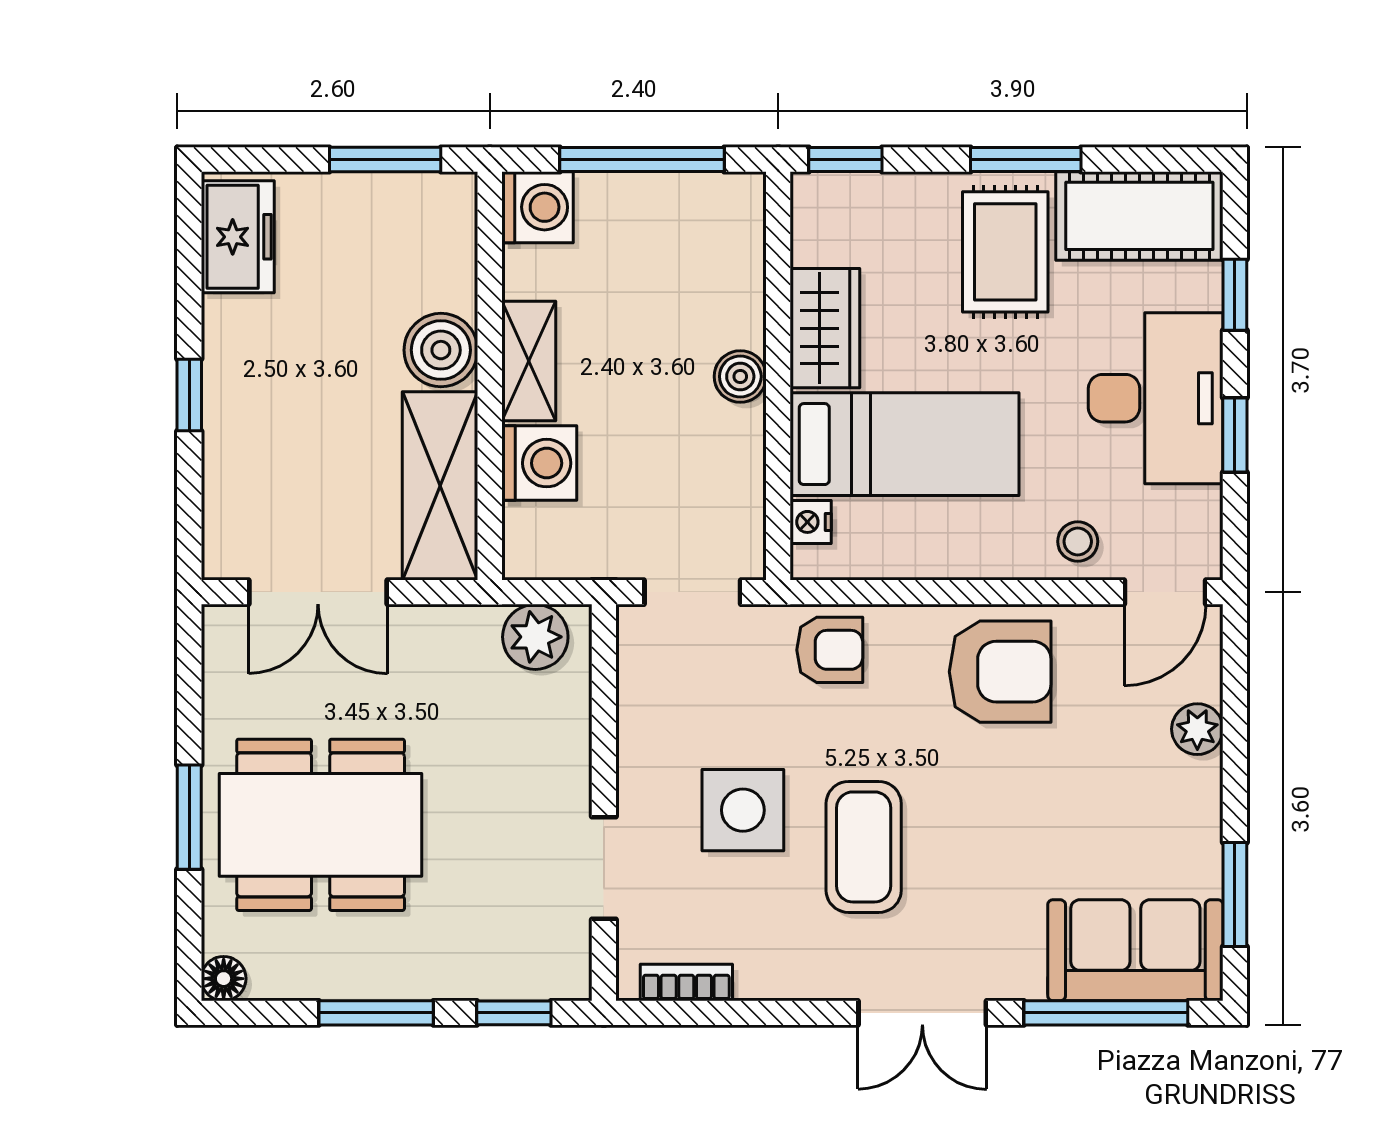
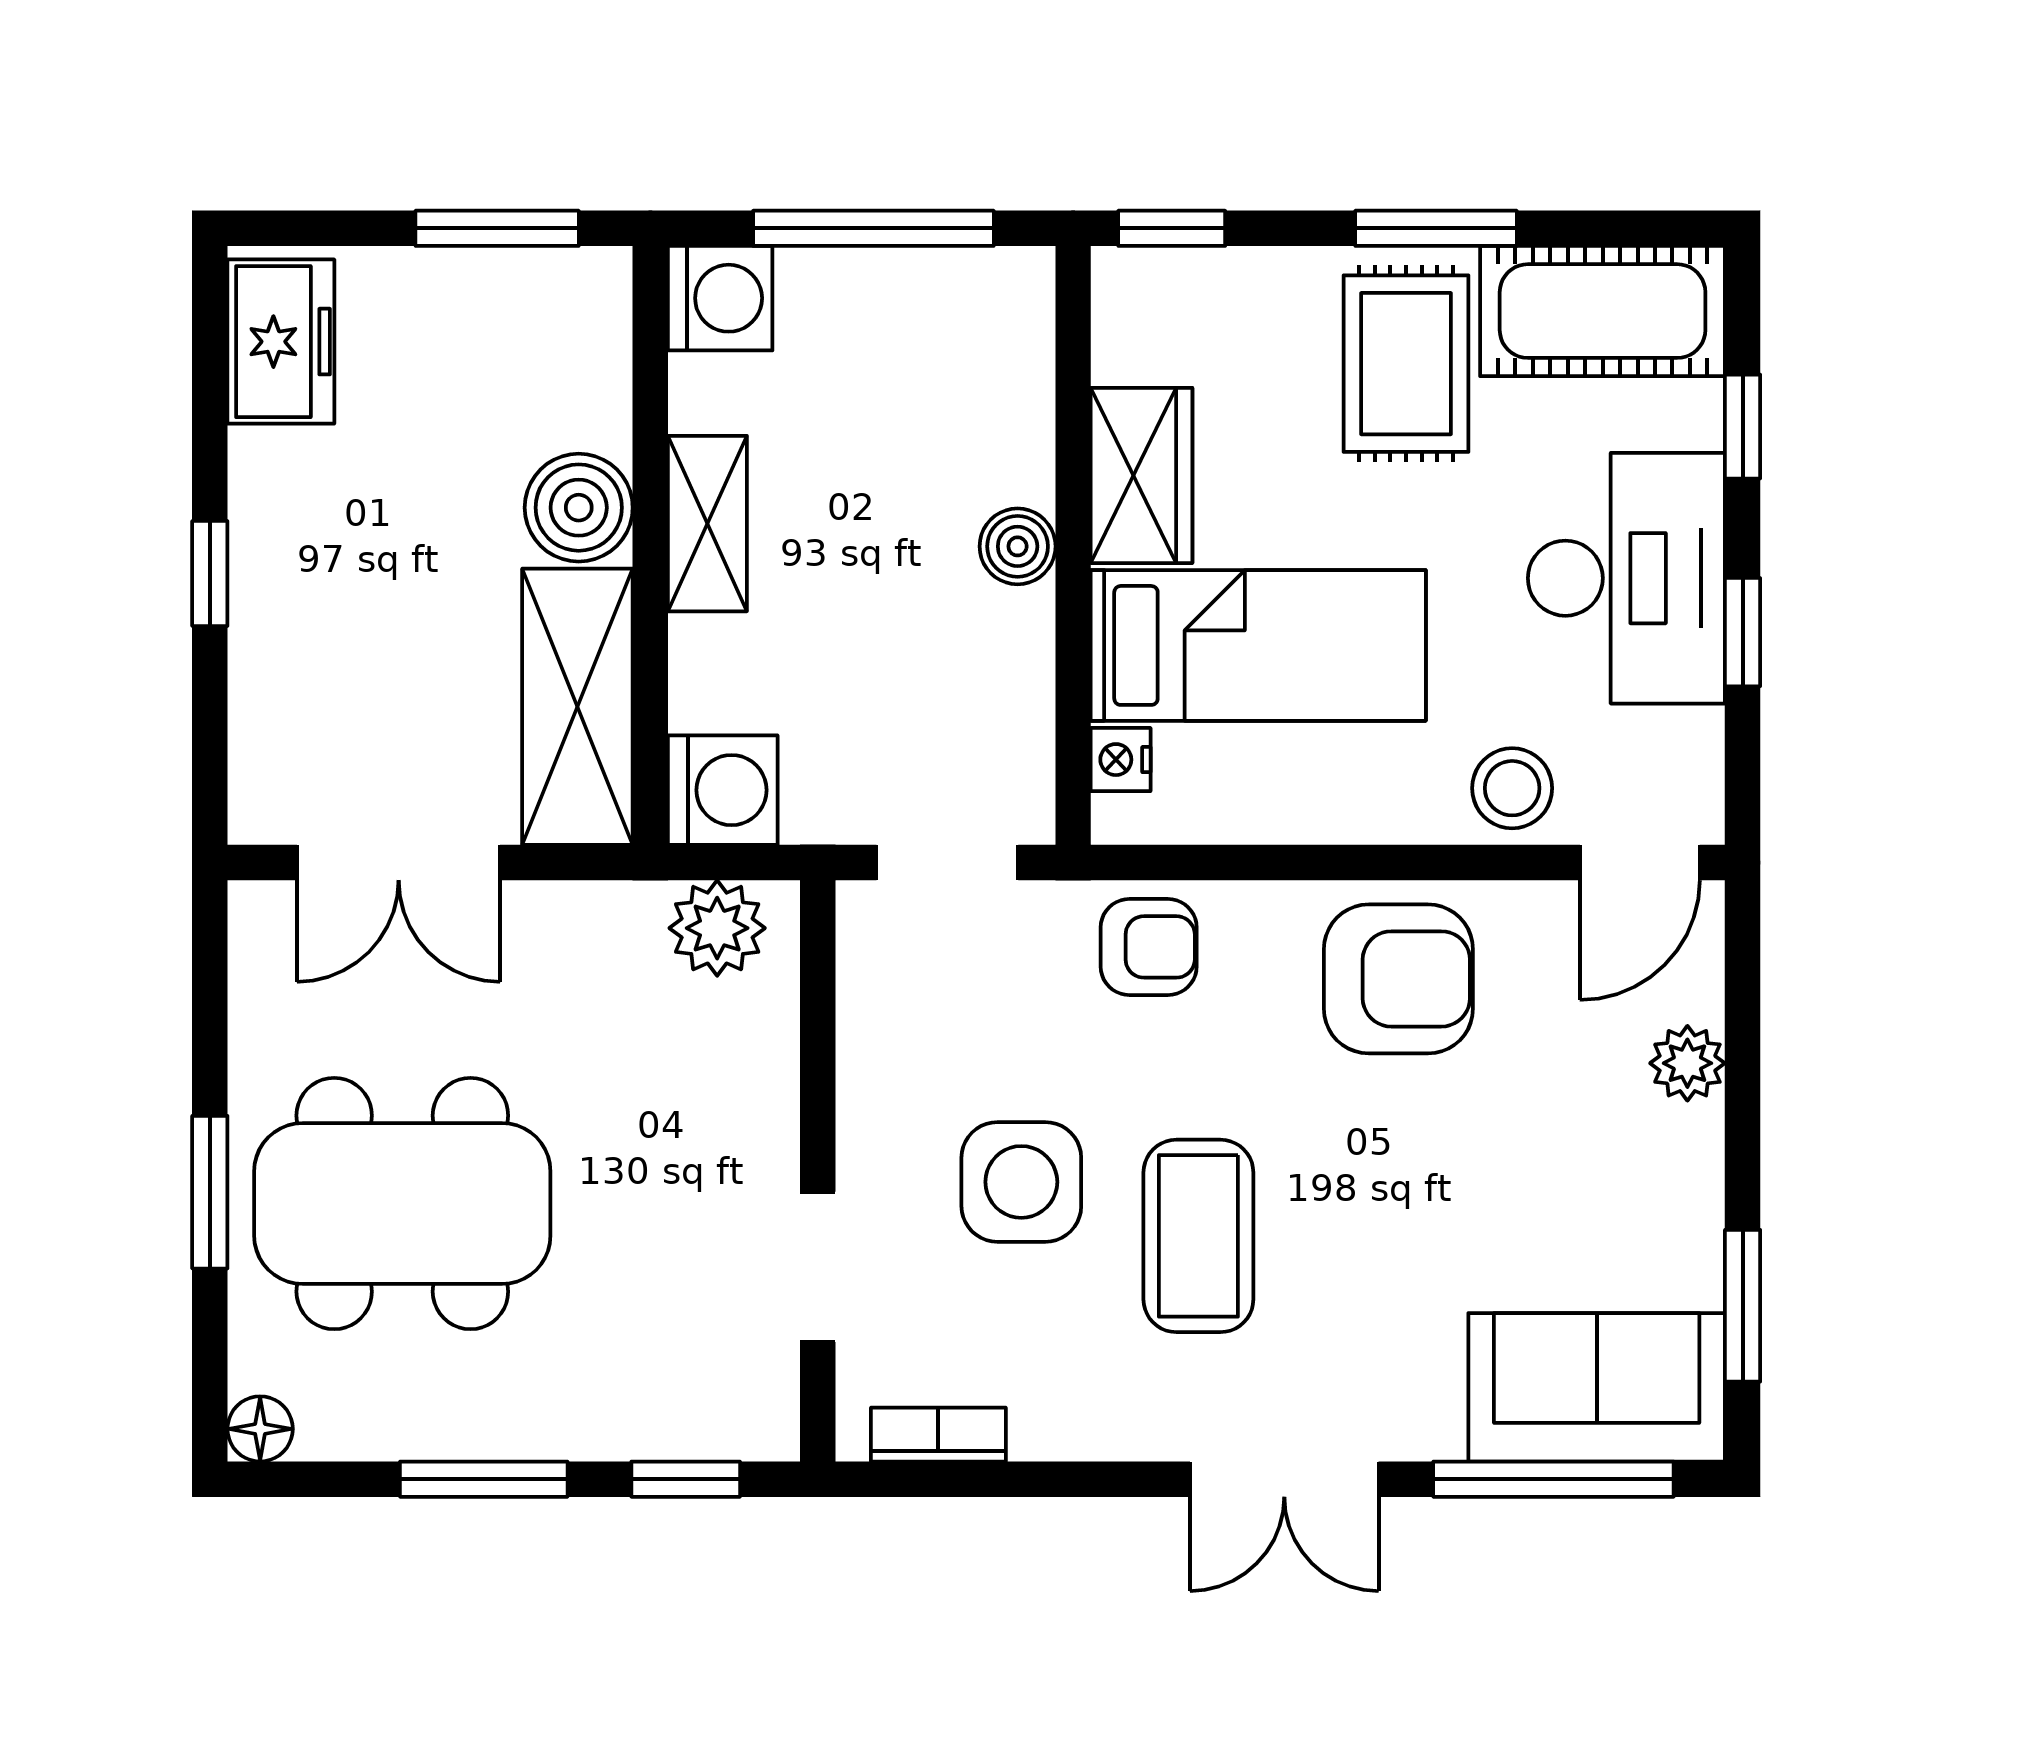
washing machine: (539, 463) -> (723, 790), moved
stool: (1078, 541) -> (1512, 788), width x1.37, depth x1.37

